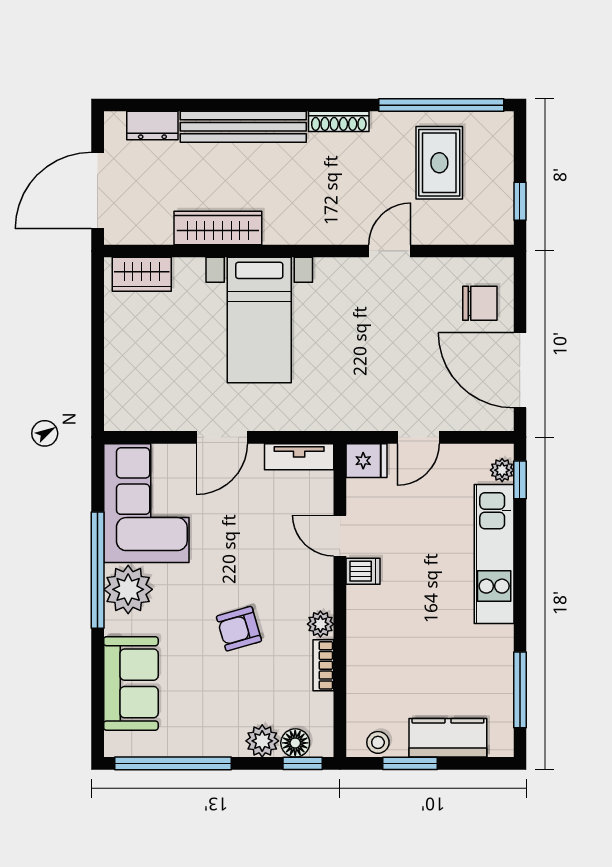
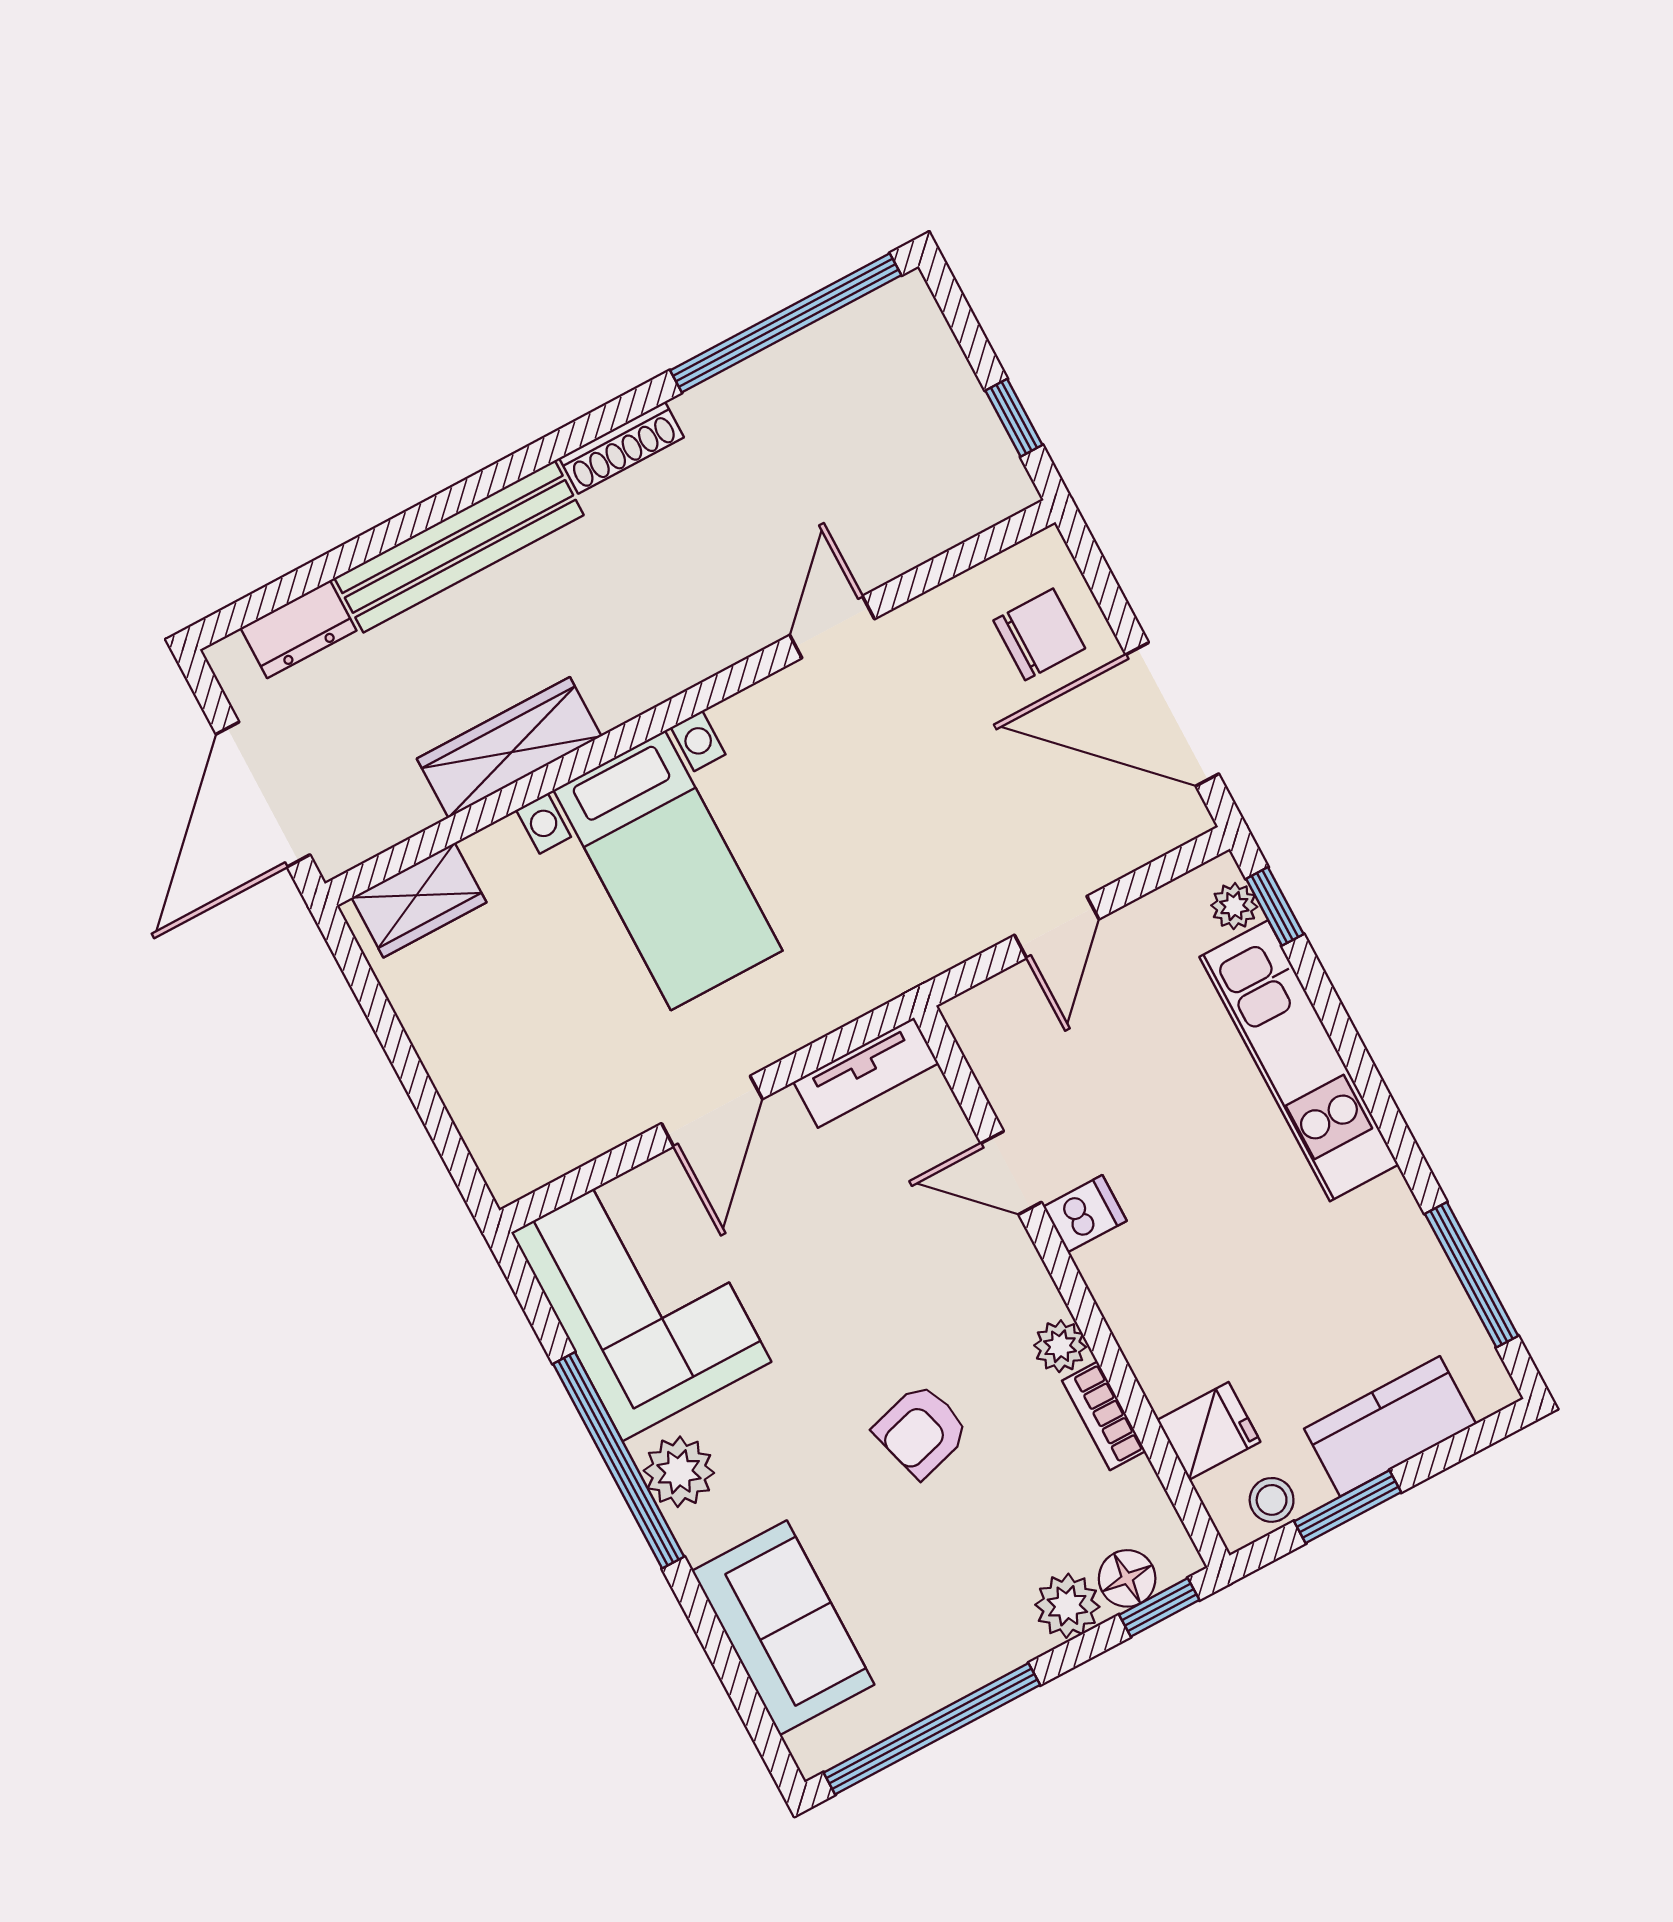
rug: (439, 163) -> (837, 426), removed
fridge: (366, 461) -> (1209, 1431), moved
plant: (128, 589) -> (679, 1472), width x0.73, depth x0.73

